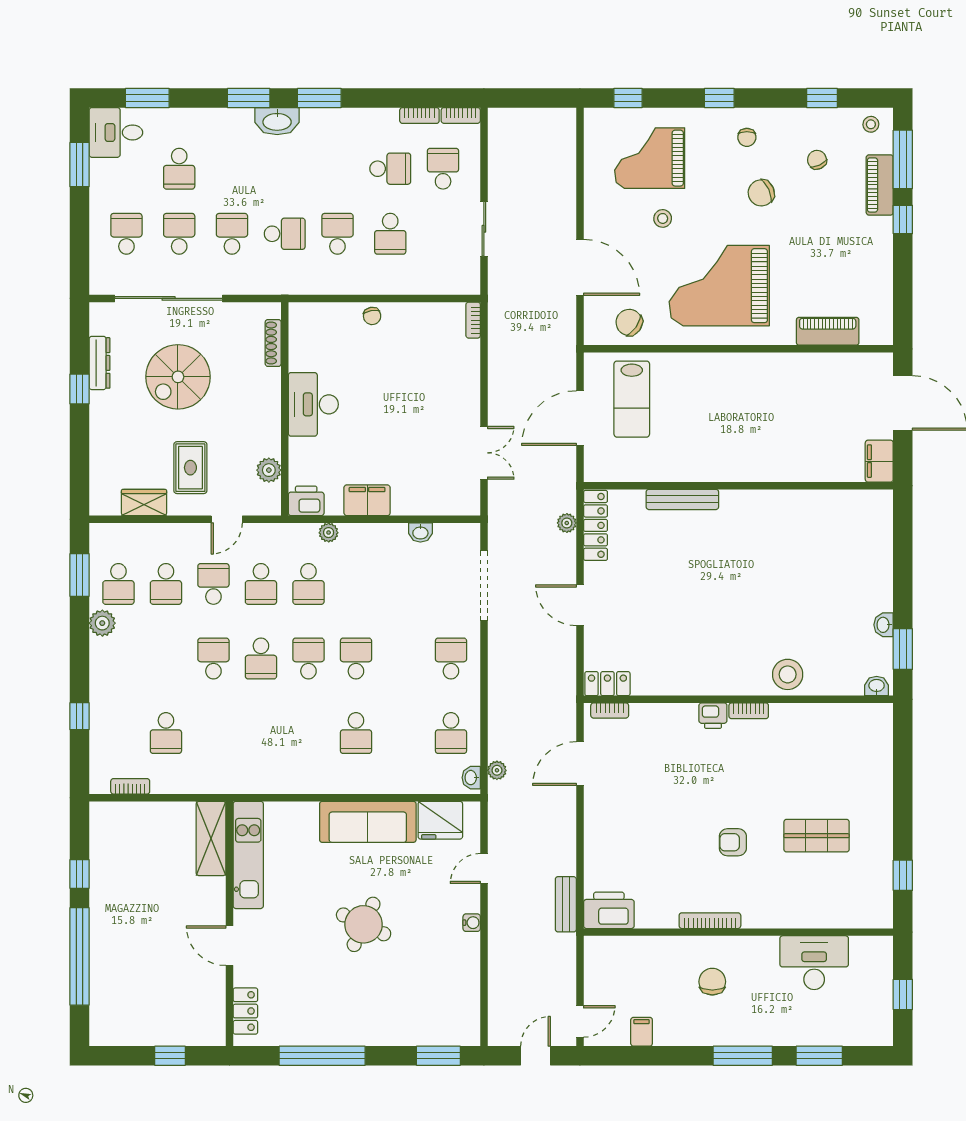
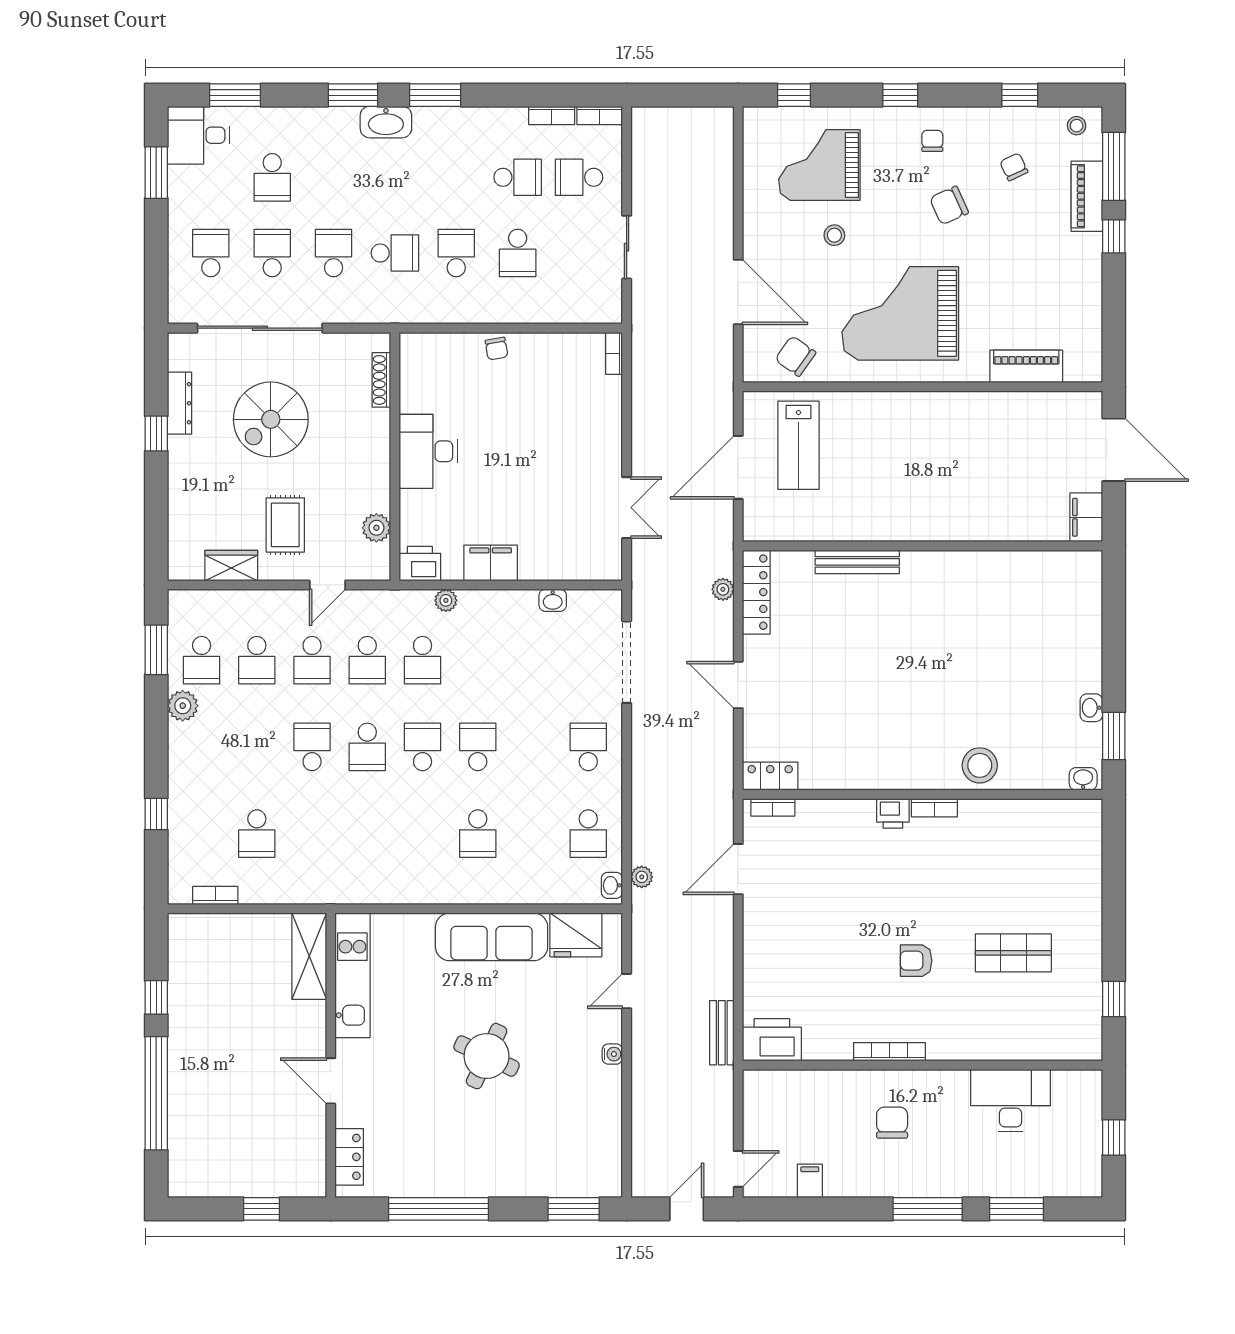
chair: (747, 137) -> (932, 141), turned 180
school desk: (443, 169) -> (579, 177), turned -90
school desk: (213, 584) -> (312, 660), turned 180

